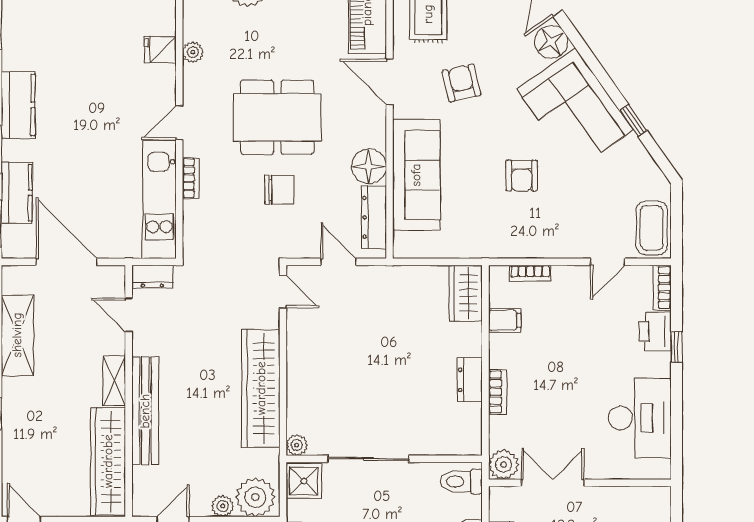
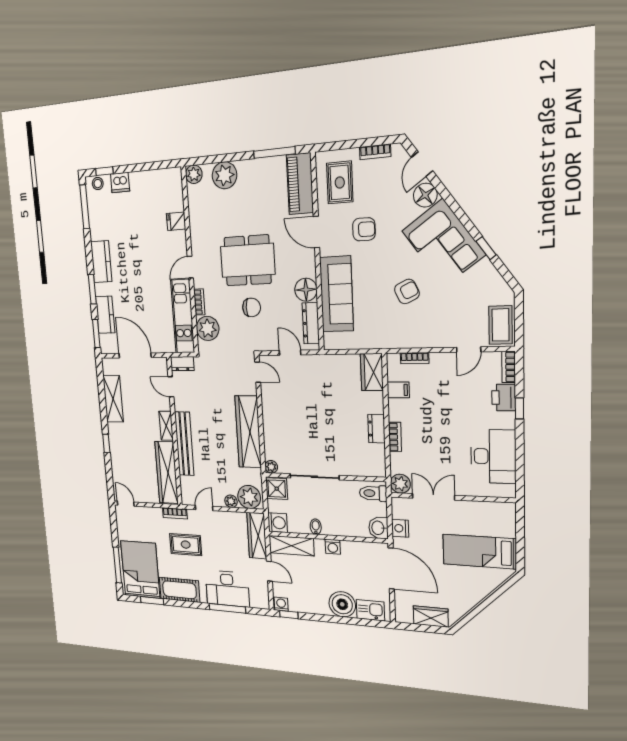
plant: (193, 52) -> (208, 328), moved, width x1.87, depth x1.87
armchair: (462, 83) -> (364, 229), turned 103
armchair: (522, 176) -> (407, 291), turned -115

